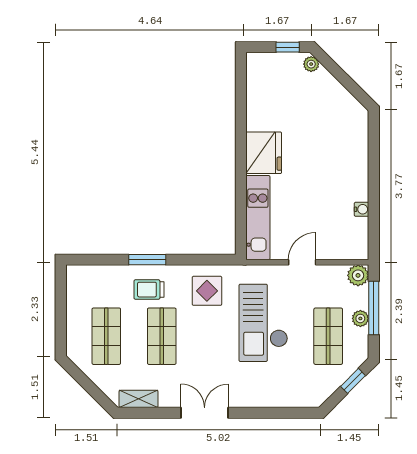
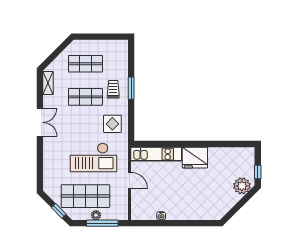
plant: (311, 64) -> (242, 186), width x1.87, depth x1.87
plant: (358, 275) -> (122, 214), removed
checkout: (263, 323) -> (93, 157), turned 180
shop shelf: (328, 336) -> (85, 196), width x1.43, depth x1.36

